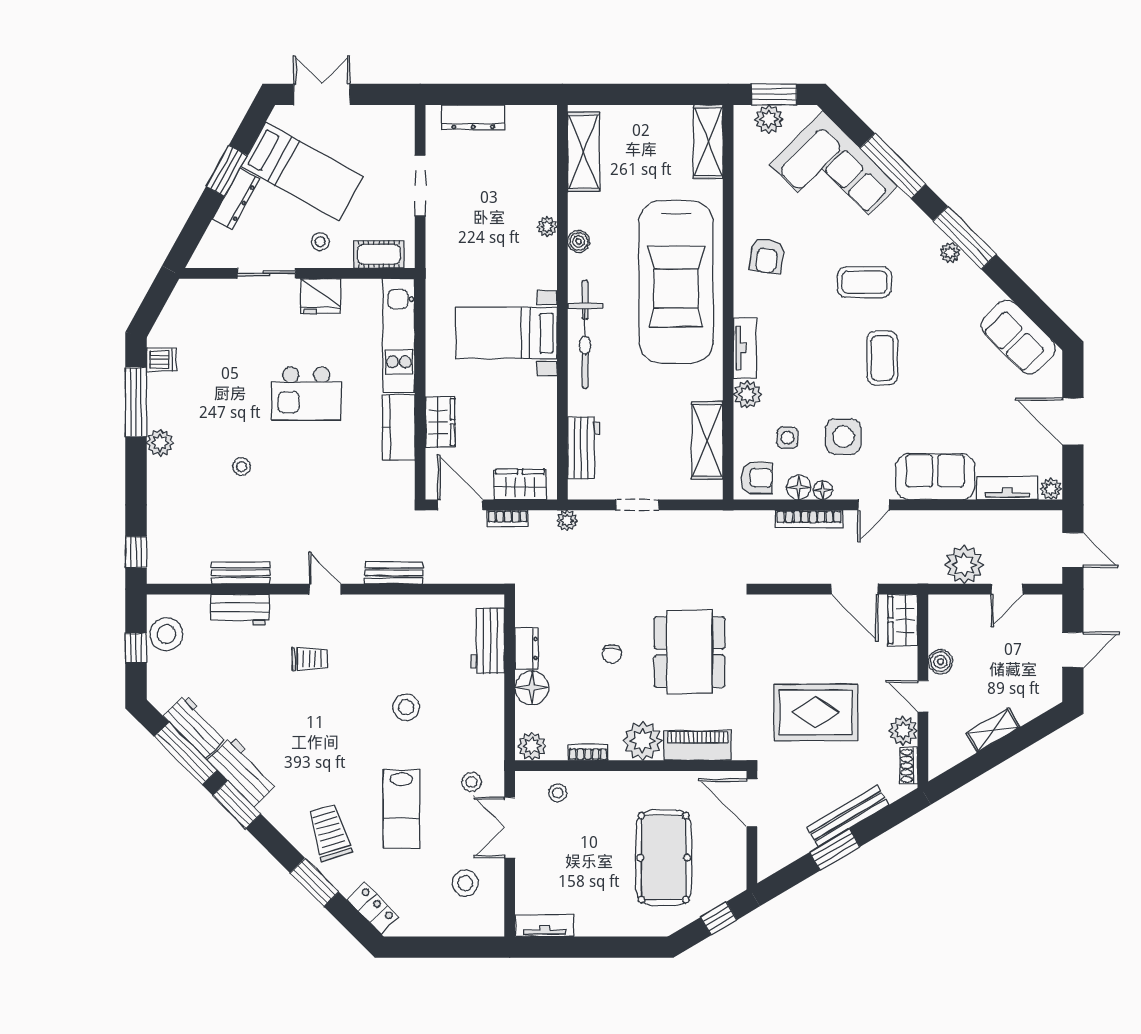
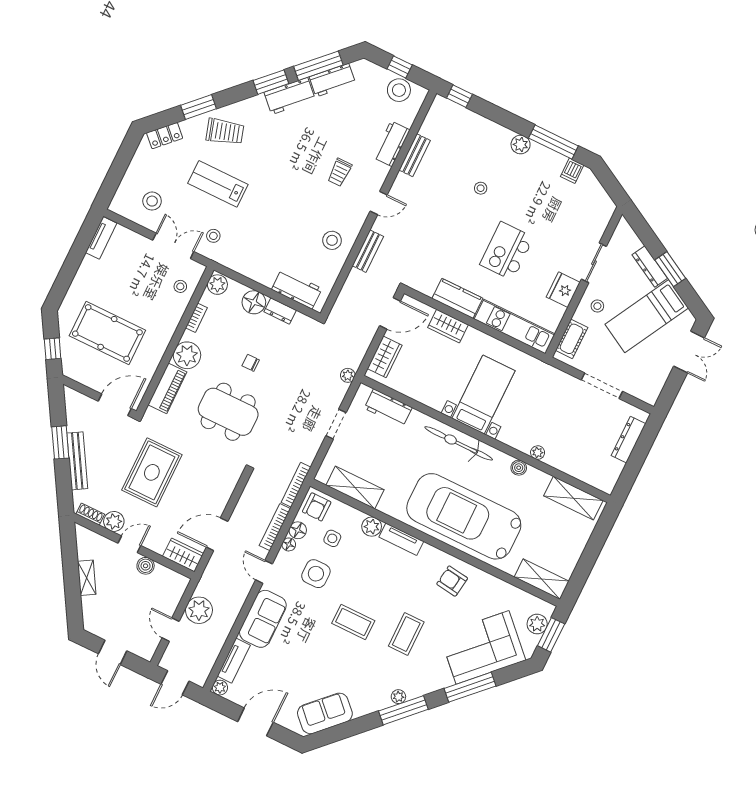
bookcase: (508, 518) -> (296, 485), moved, width x1.56
stool: (406, 707) -> (332, 240), moved

